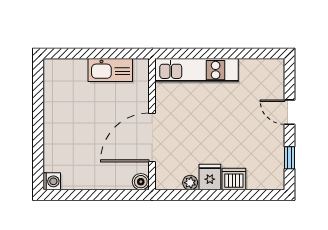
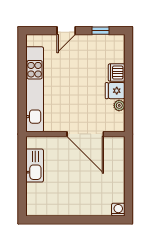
kitchen unit: (196, 70) -> (35, 89), width x1.36
boiler: (141, 182) -> (119, 143), removed

